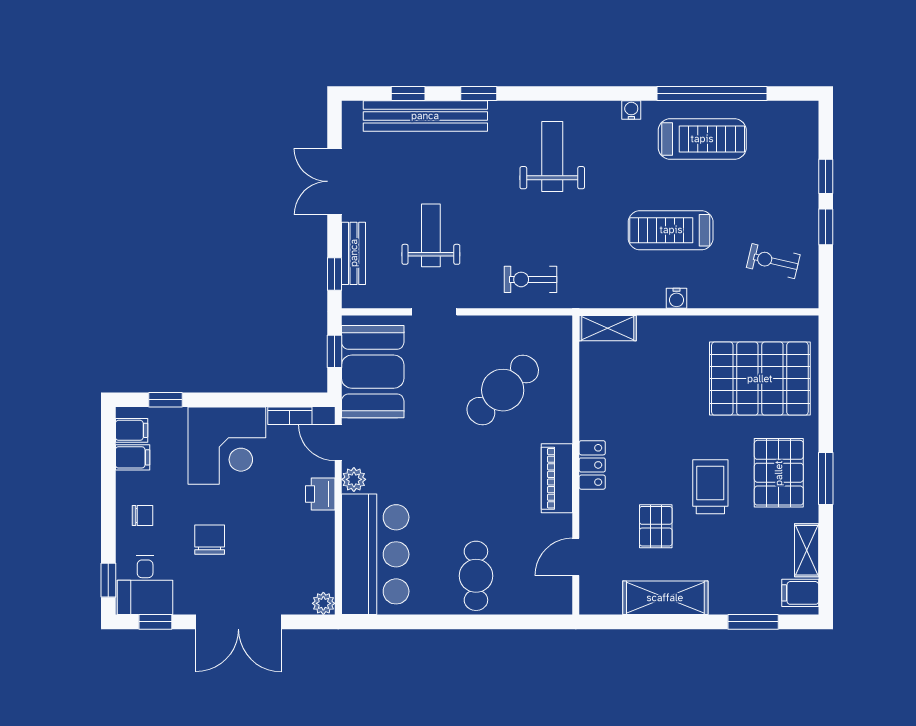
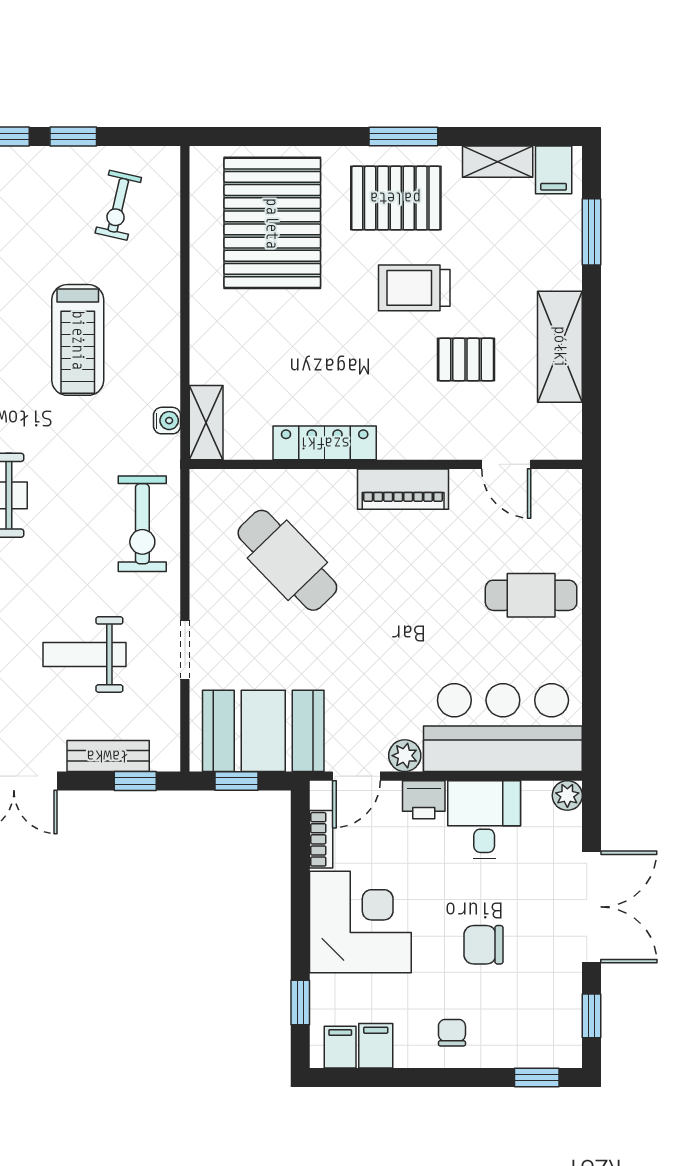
exercise bike: (531, 279) -> (142, 524), width x1.38, depth x1.39
water cooler: (677, 298) -> (167, 421), moved
locker: (592, 465) -> (325, 443), moved, width x1.53
desk: (145, 585) -> (484, 820), moved, turned -90

